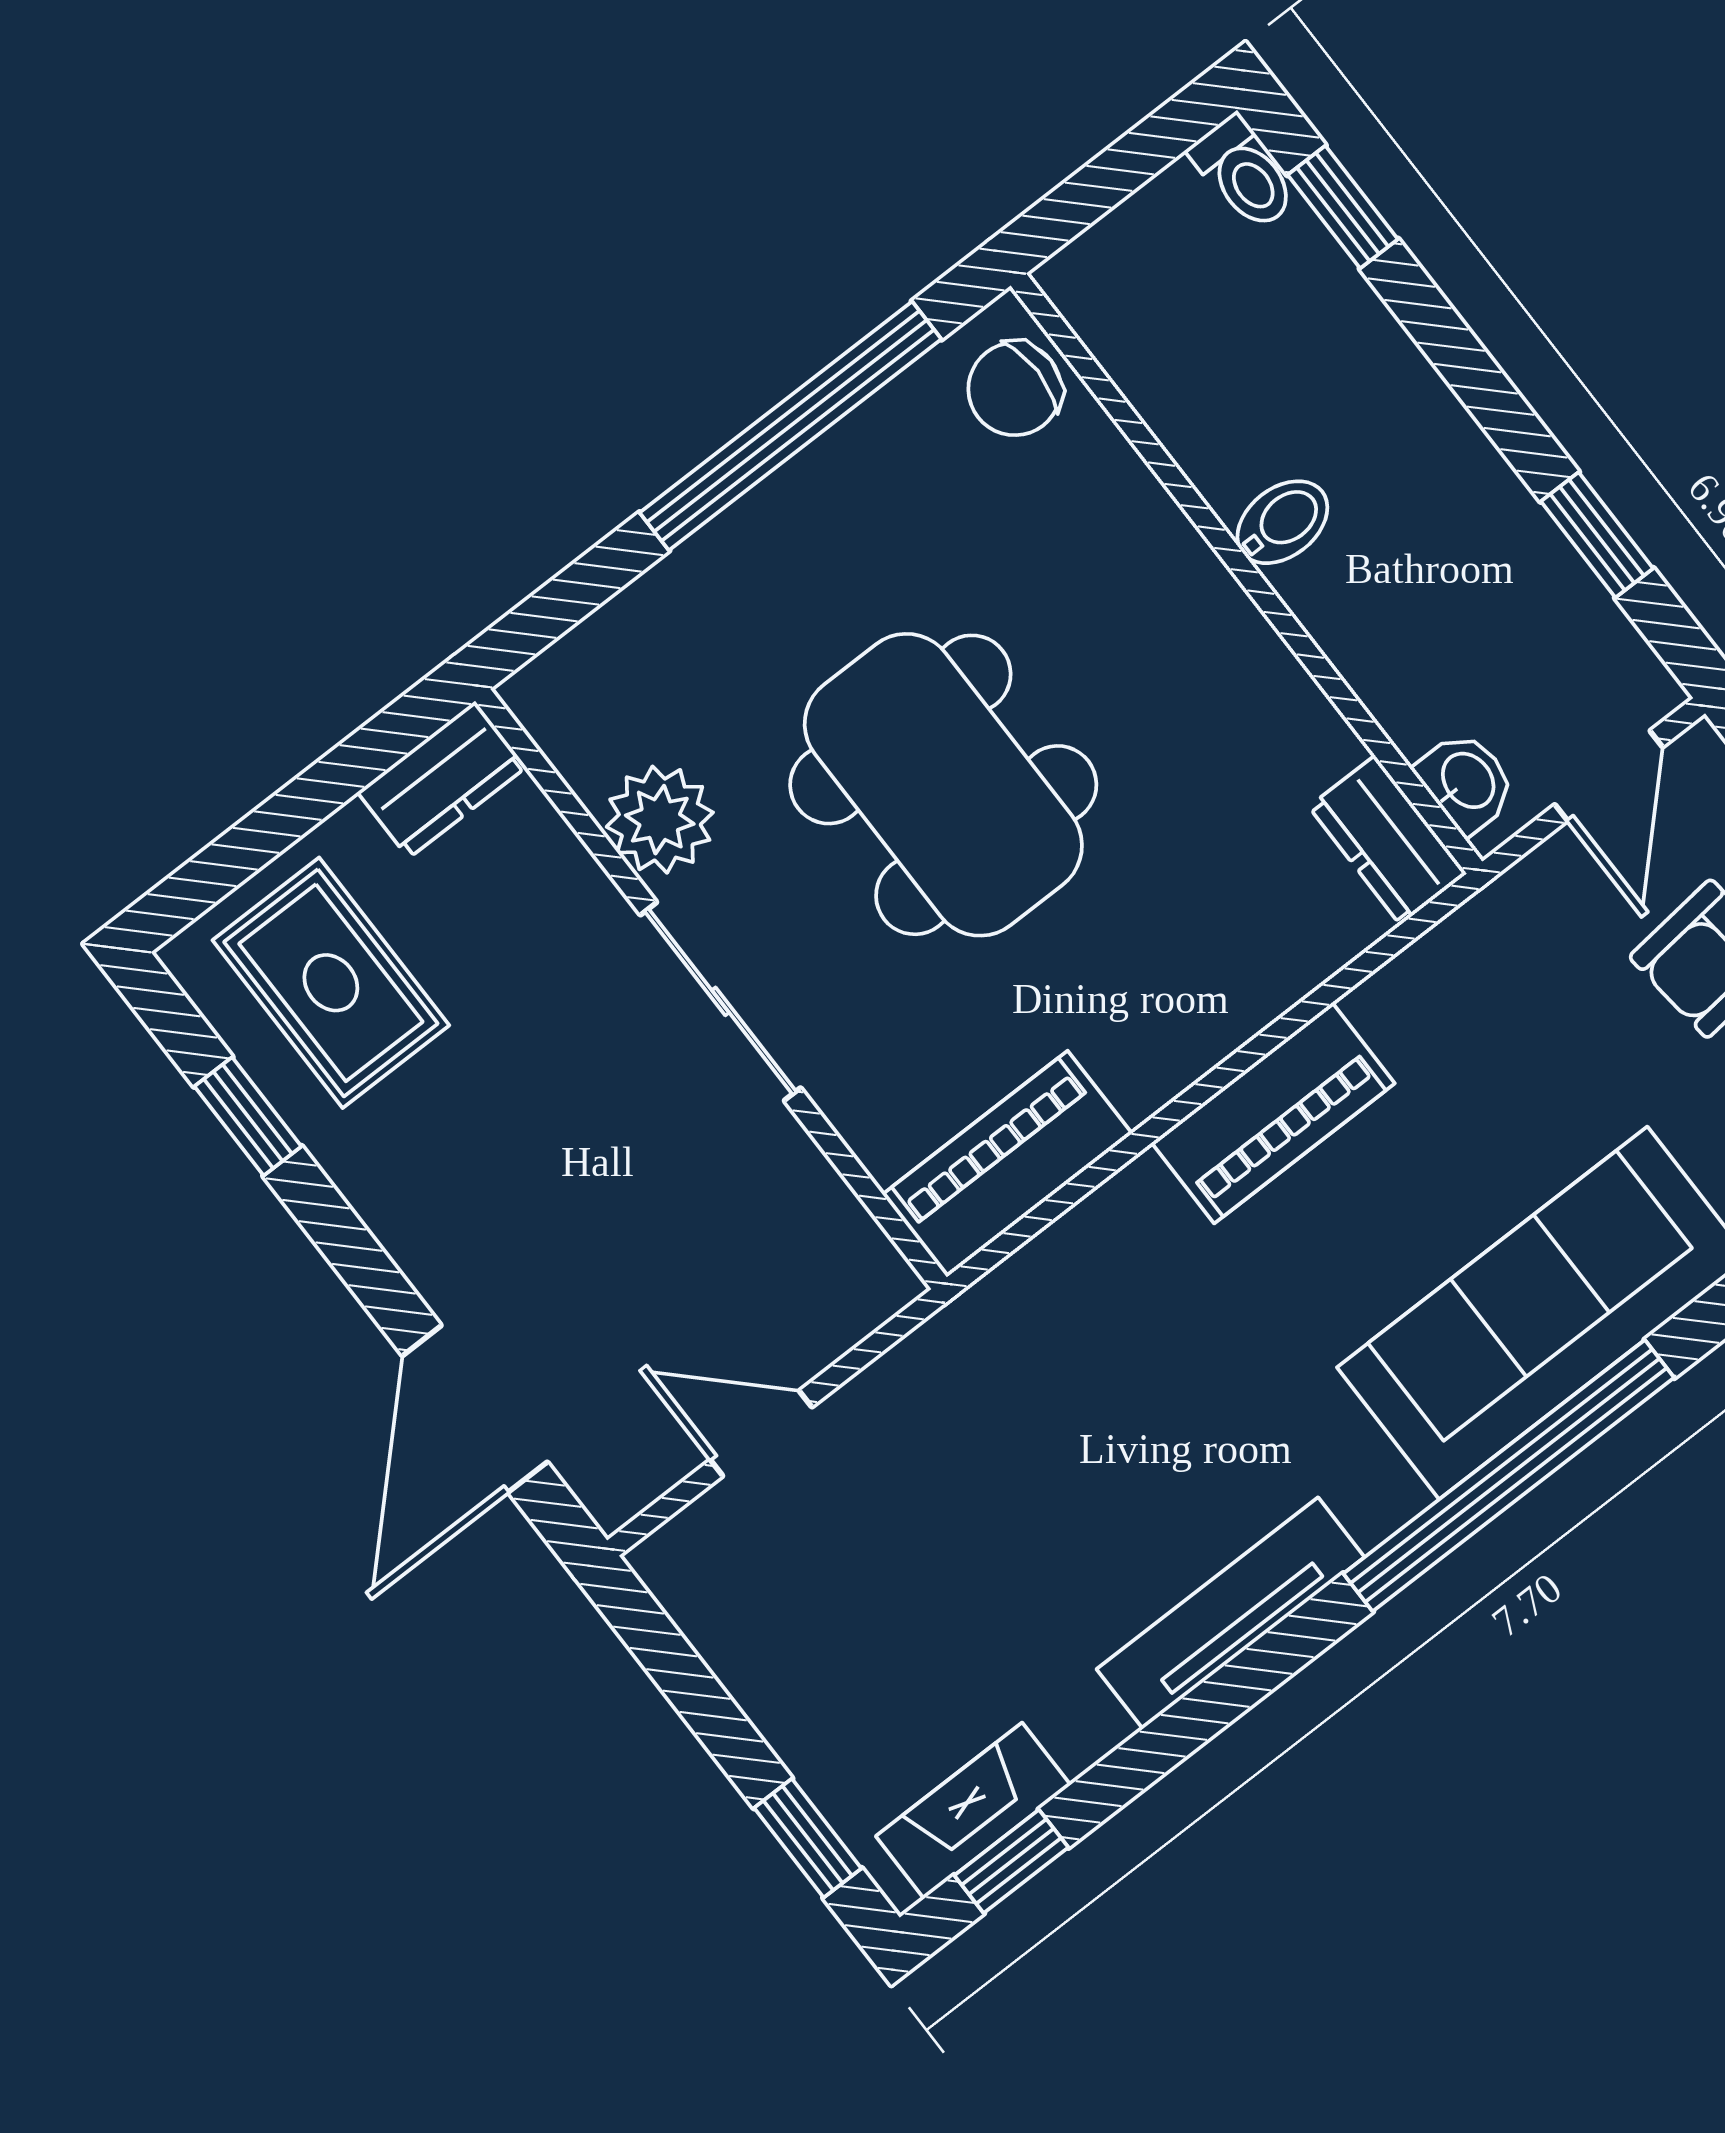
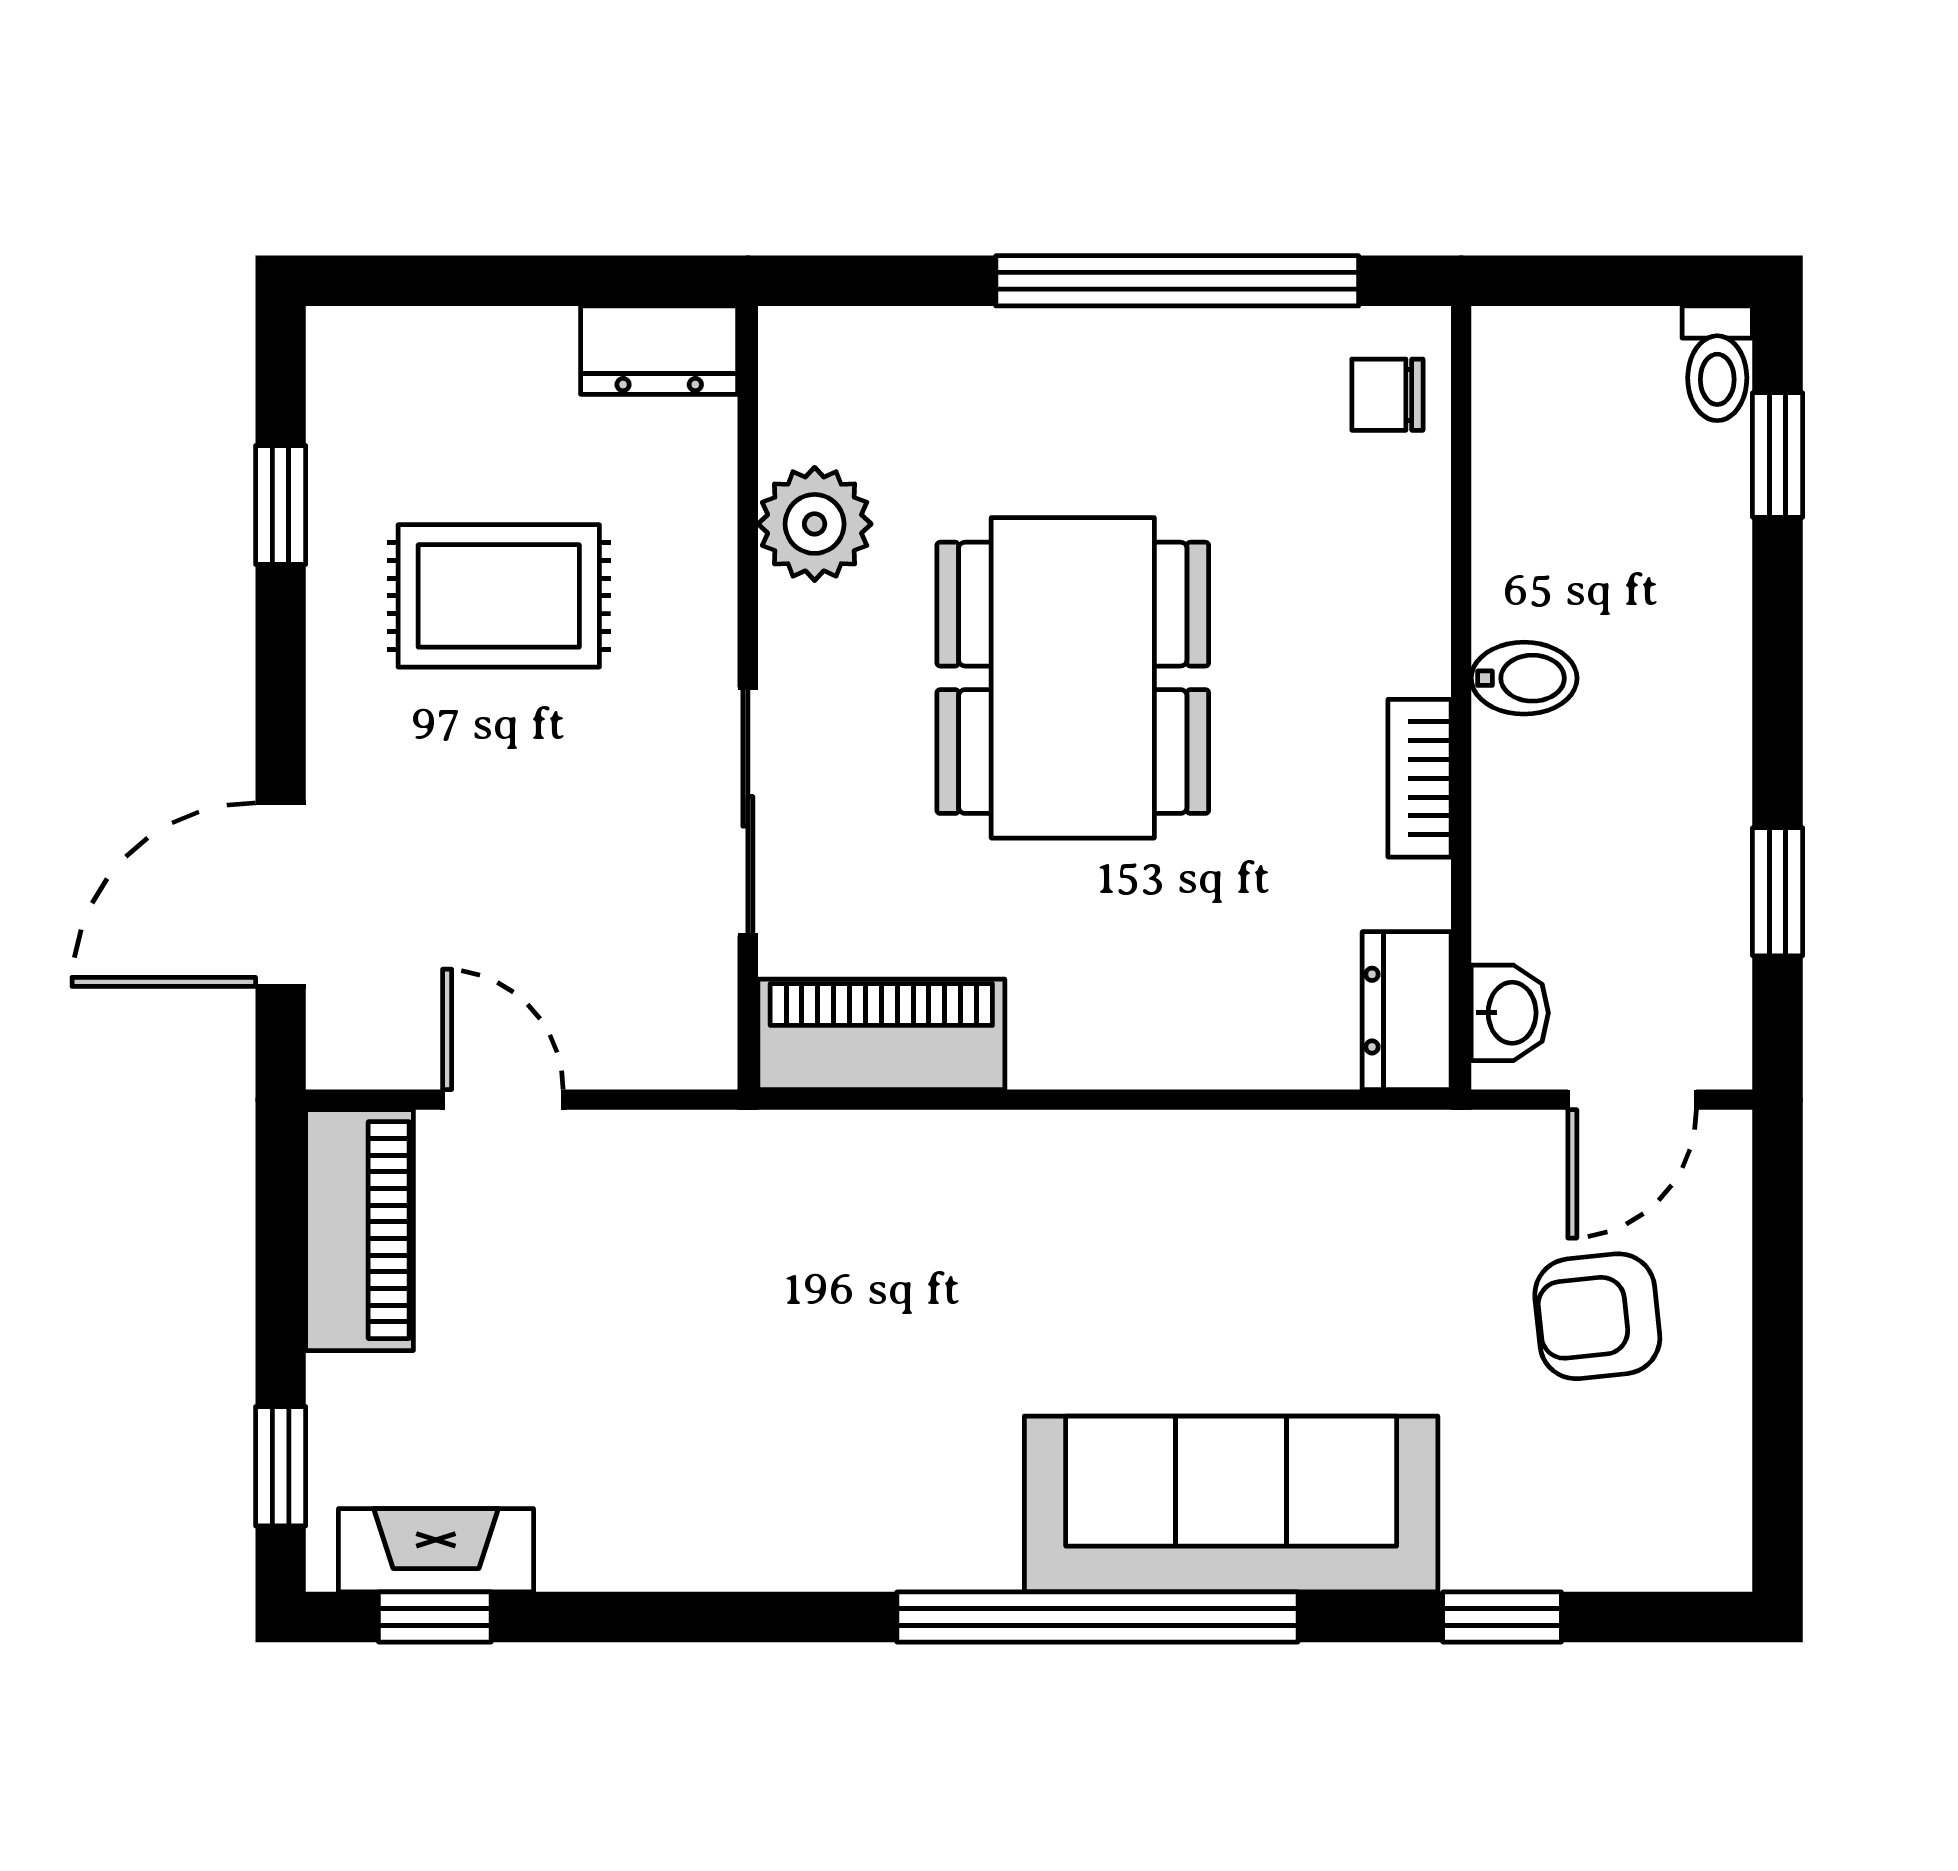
chair: (1015, 389) -> (1387, 395), width x0.73, depth x0.73
bookcase: (1262, 658) -> (1420, 778), added
rug: (331, 983) -> (499, 596), moved, turned 90
sliding door: (721, 1001) -> (748, 811), moved
piano: (1273, 1113) -> (360, 1230), moved, turned -90
tv unit: (1231, 1613) -> (777, 1552), removed

